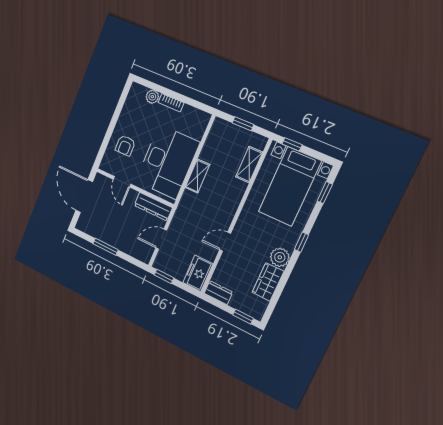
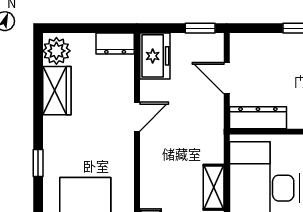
door: (161, 239) -> (227, 78), swing flipped
plant: (280, 257) -> (56, 51), moved
window: (243, 317) -> (68, 28), removed

